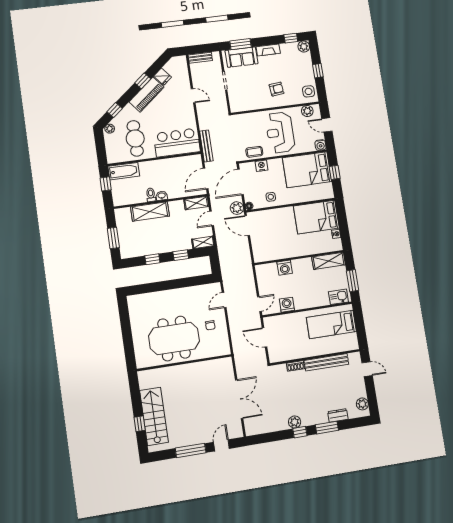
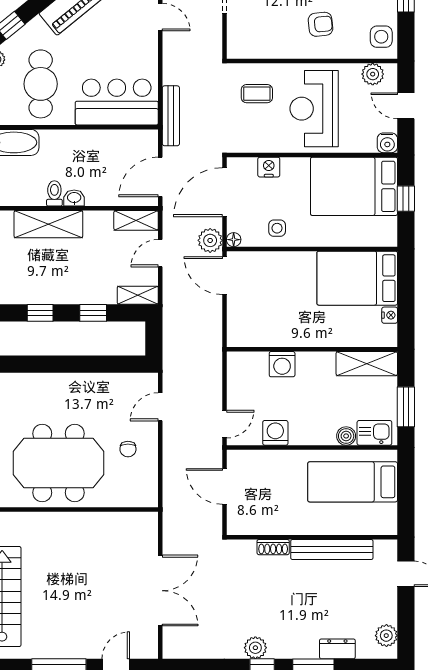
coffee table: (254, 152) -> (257, 94), moved
boiler: (324, 301) -> (346, 436), added

